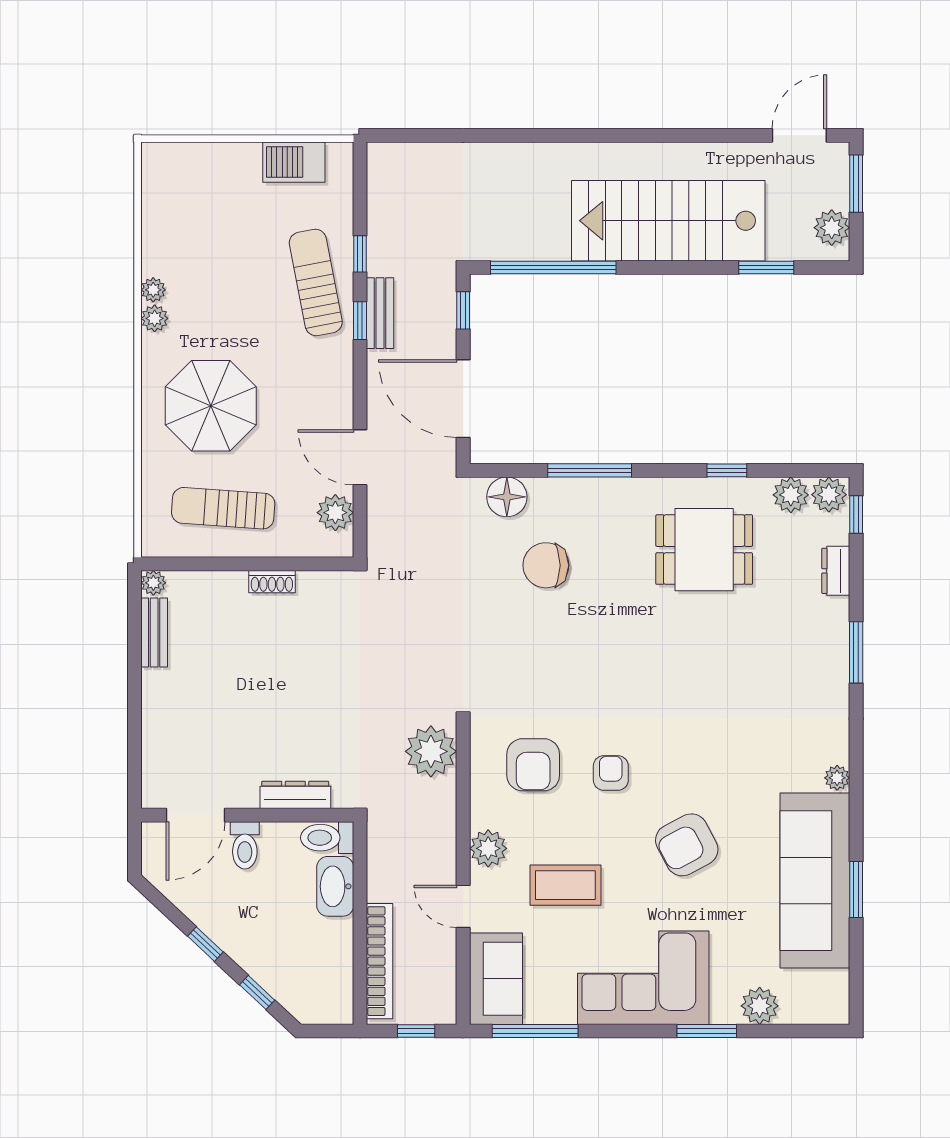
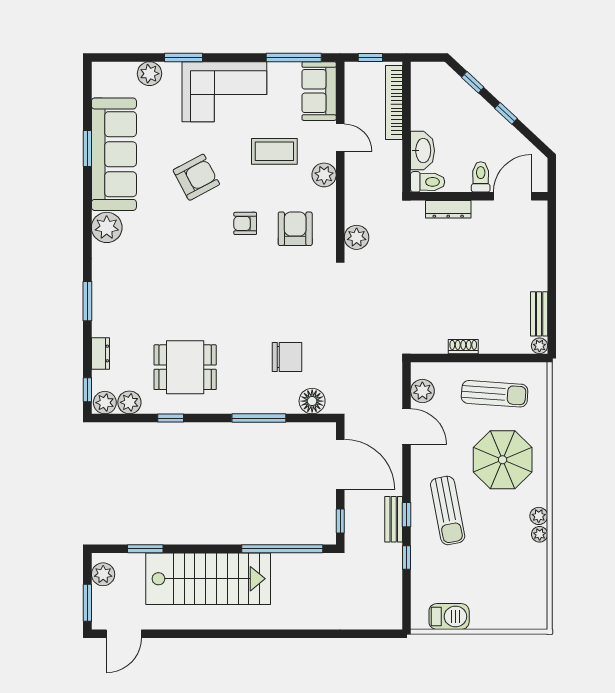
sun lounger: (316, 282) -> (448, 510), moved
plant: (431, 751) -> (357, 237), width x0.73, depth x0.73
armchair: (611, 773) -> (245, 223), turned 90
plant: (837, 778) -> (107, 227), width x1.87, depth x1.87

